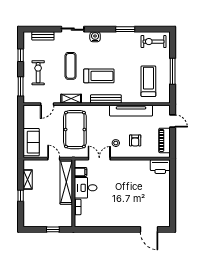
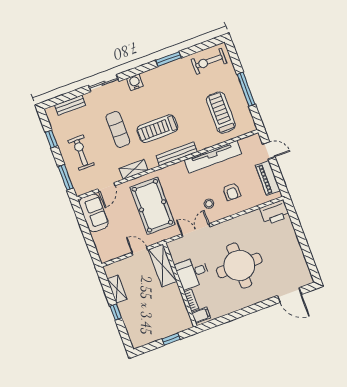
treadmill: (99, 76) -> (157, 129), turned 180
sofa: (31, 142) -> (94, 213), moved
filing cabinet: (81, 172) -> (201, 315), moved
shelving: (66, 182) -> (163, 266), width x0.68
round table: (121, 195) -> (239, 265), added

